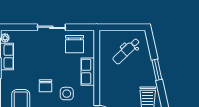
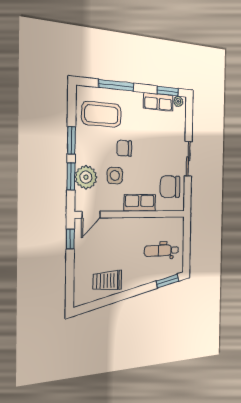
dental chair: (126, 51) -> (162, 250), turned -46
window: (157, 70) -> (167, 281), moved

